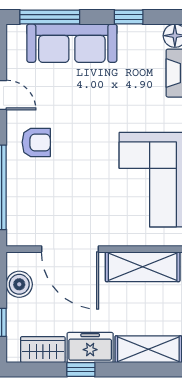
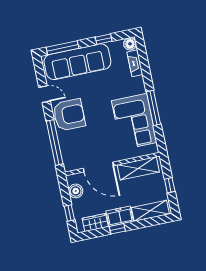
sofa: (72, 43) -> (77, 62), width x1.36, depth x1.27
armchair: (36, 142) -> (69, 115), width x1.88, depth x1.88

